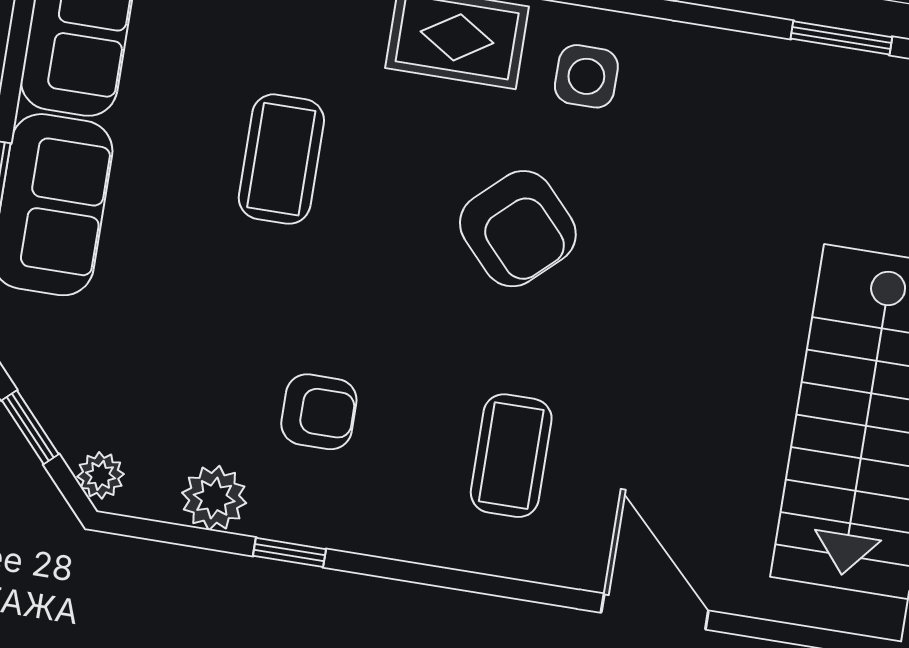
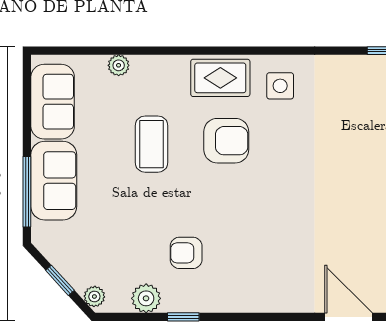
armchair: (518, 229) -> (226, 141), moved, turned -47
armchair: (319, 412) -> (186, 253), turned 180
coffee table: (511, 456) -> (274, 258), removed

